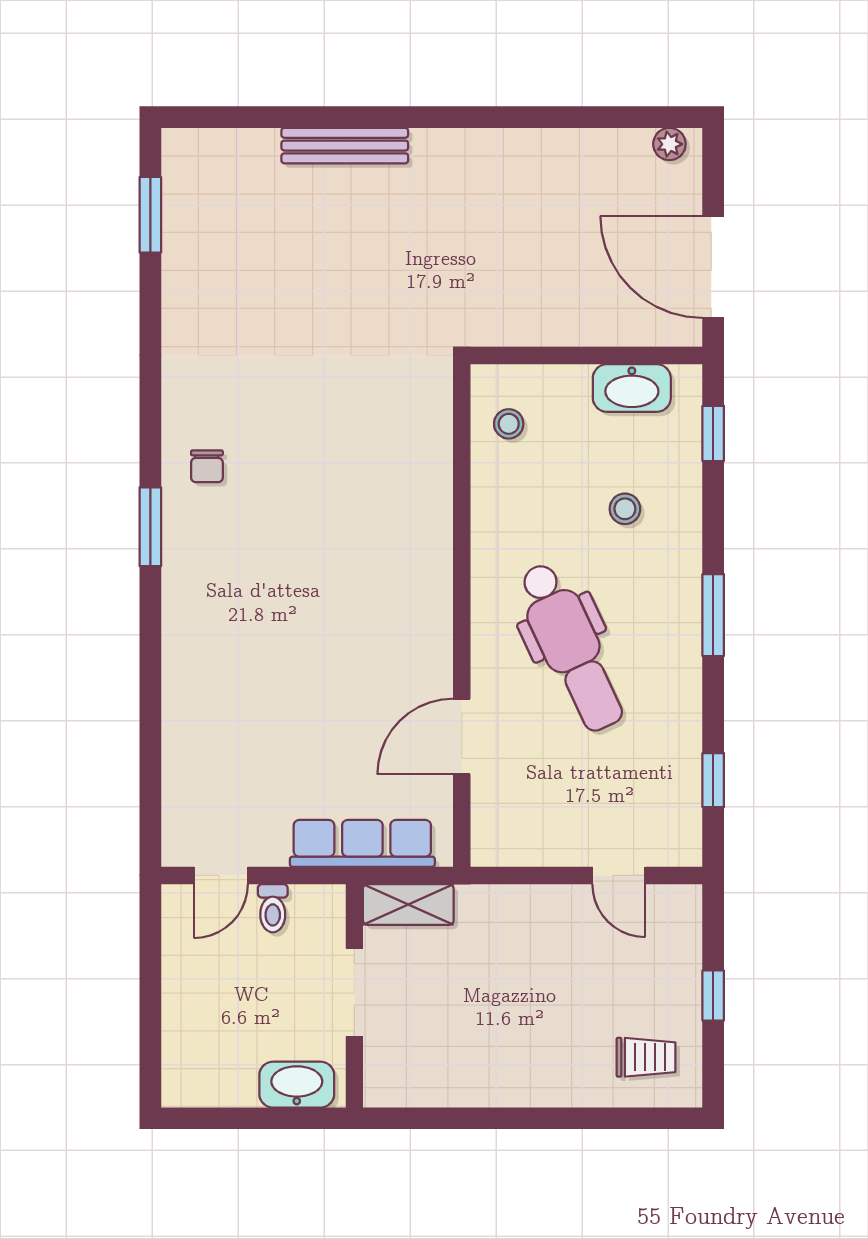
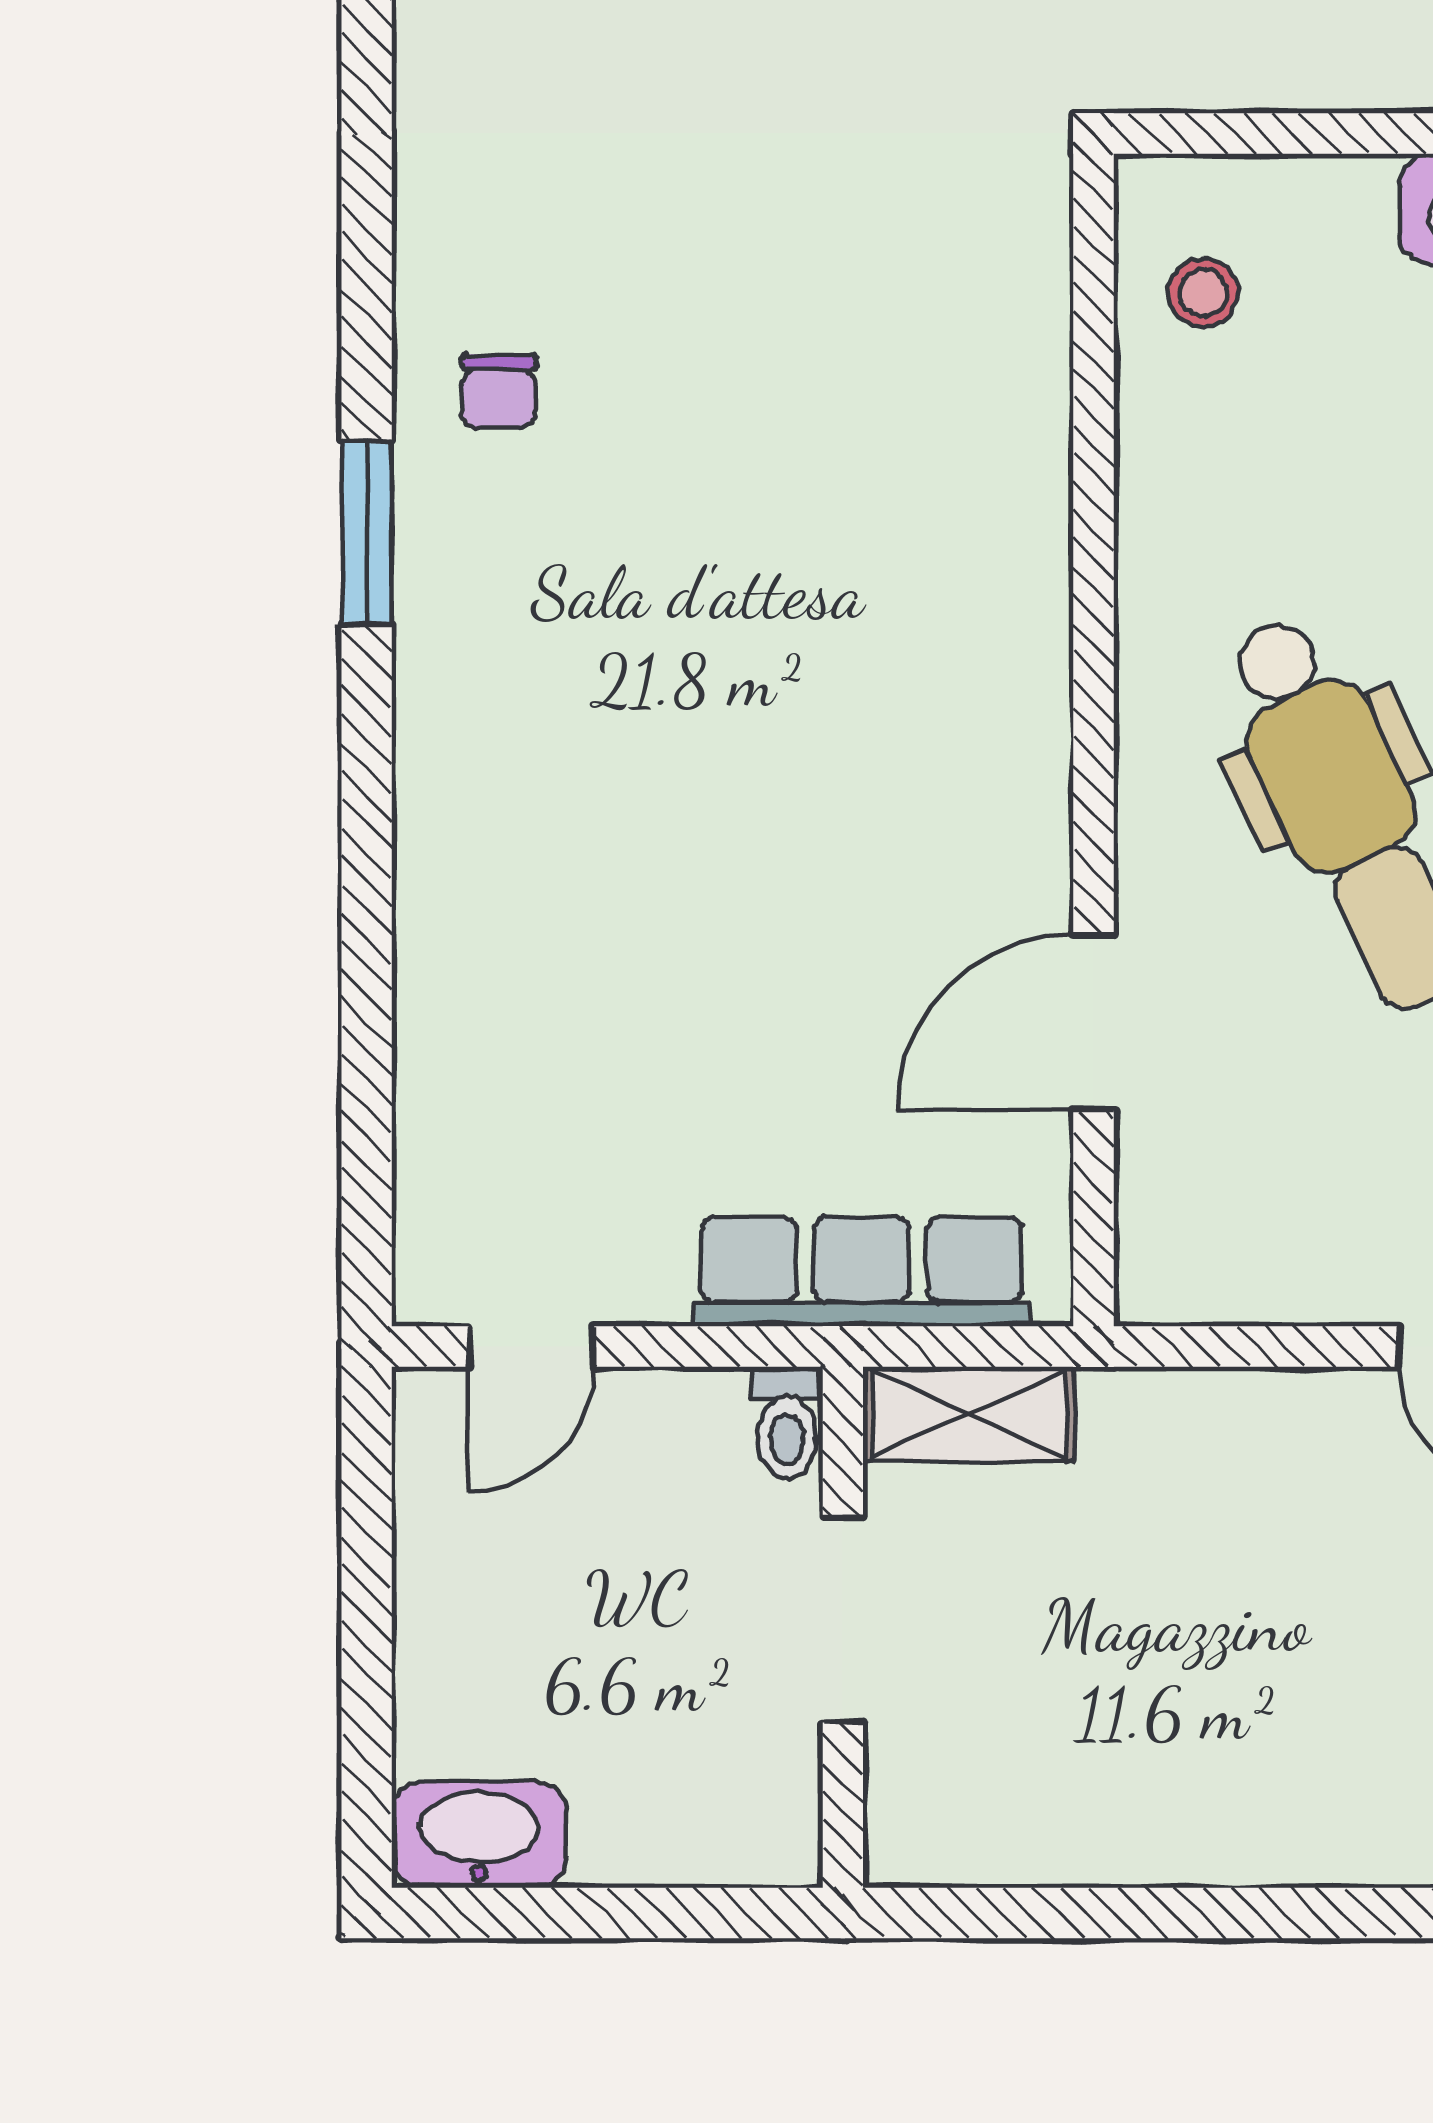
toilet: (273, 908) -> (787, 1423), moved
washbasin: (297, 1085) -> (479, 1834), moved

